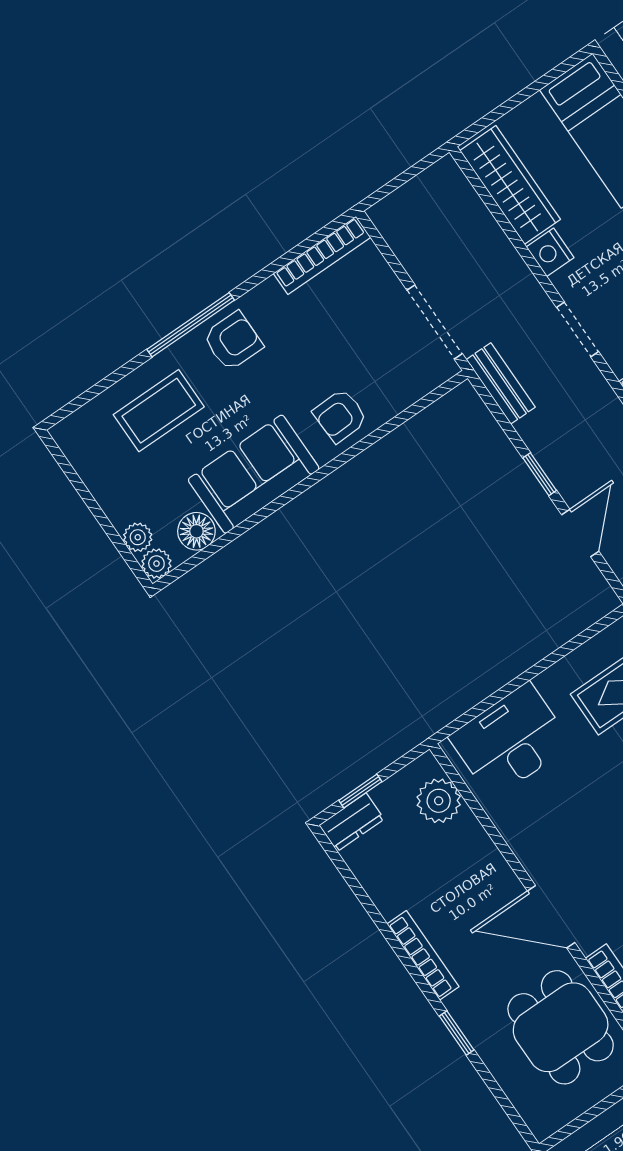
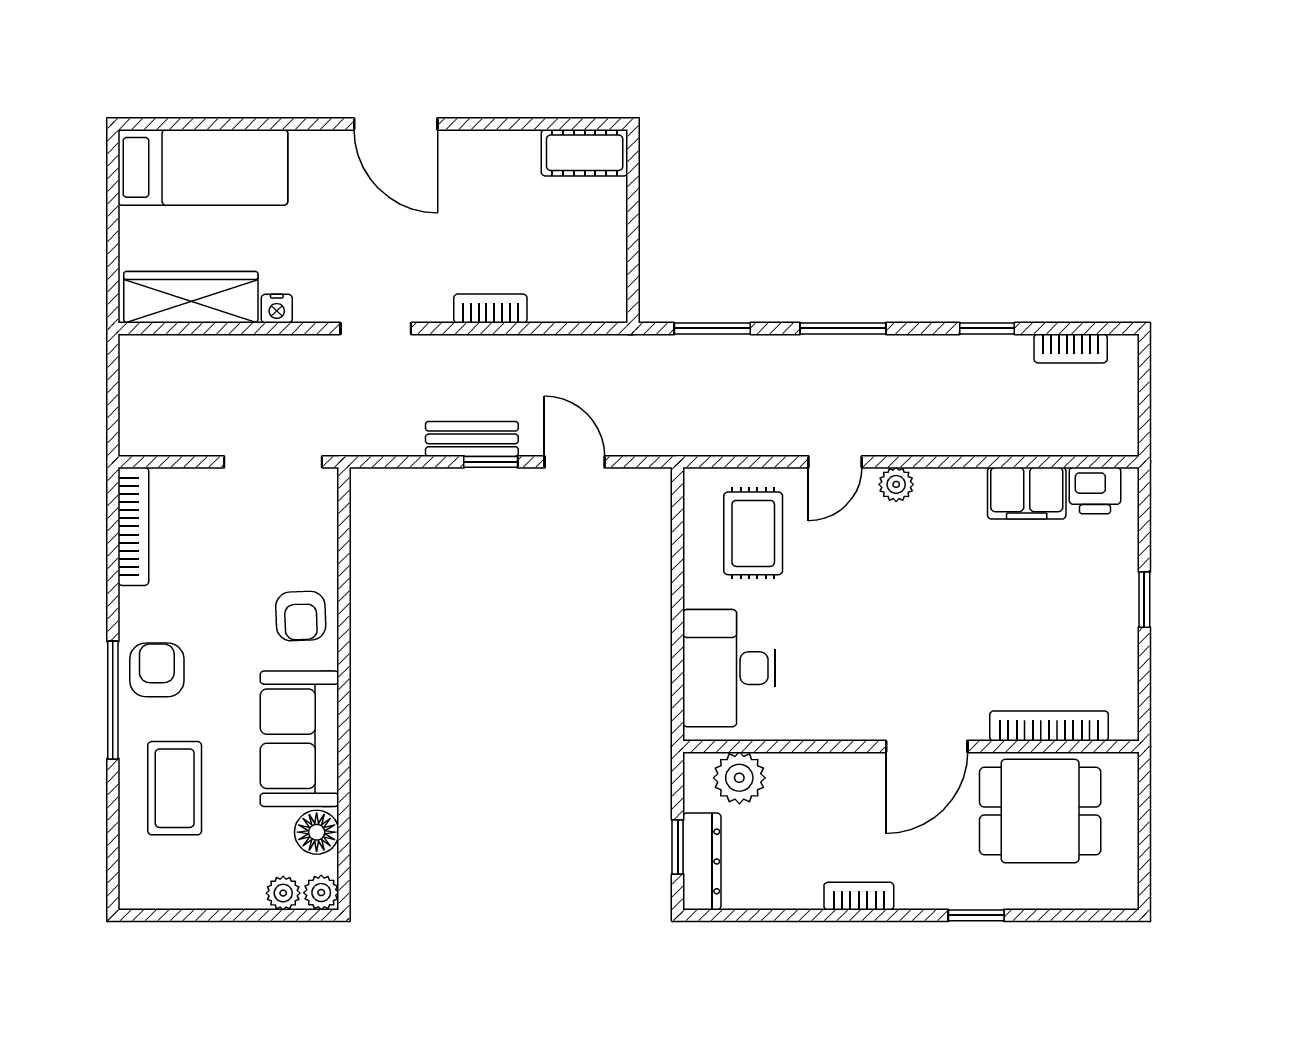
nightstand: (550, 252) -> (277, 309), width x0.72, depth x0.74
bench: (501, 383) -> (472, 439), moved
dresser: (352, 822) -> (702, 861), width x1.44
bookcase: (423, 955) -> (859, 896), width x0.64

